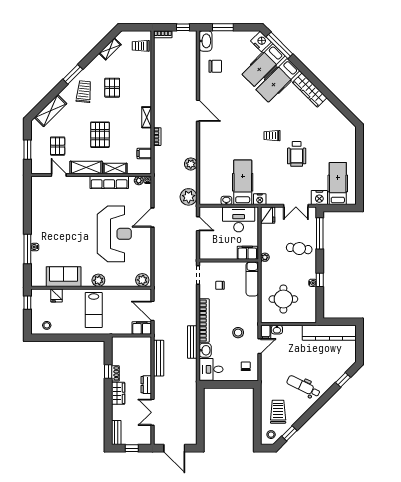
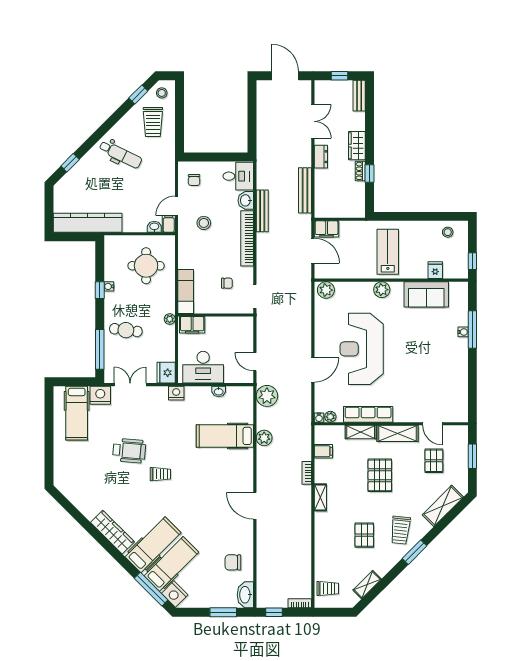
wheelchair: (297, 154) -> (129, 451), turned 95
hospital bed: (243, 182) -> (225, 436), moved, turned 90

